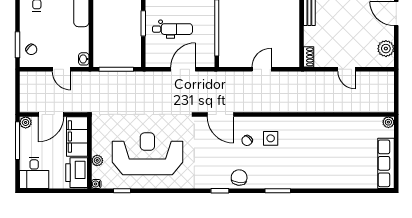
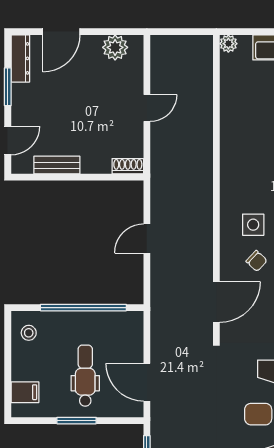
door: (183, 69) -> (147, 382), moved
door: (262, 69) -> (147, 238), hinge flipped

